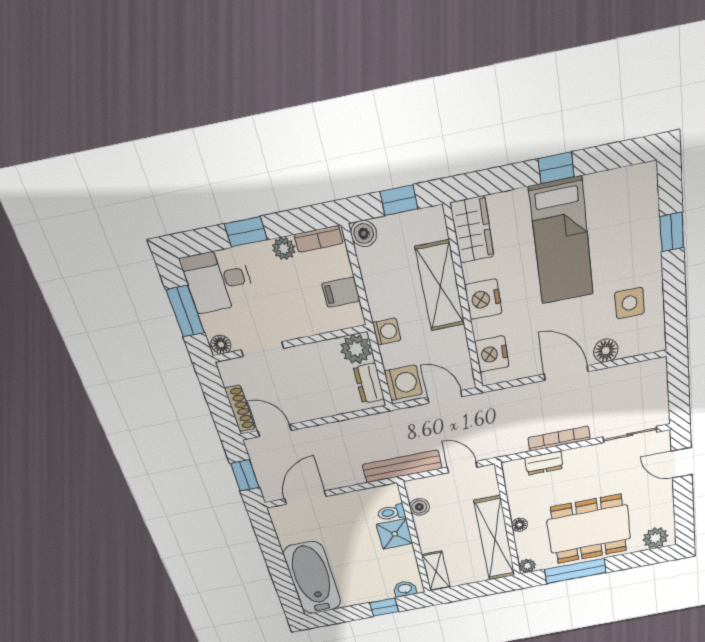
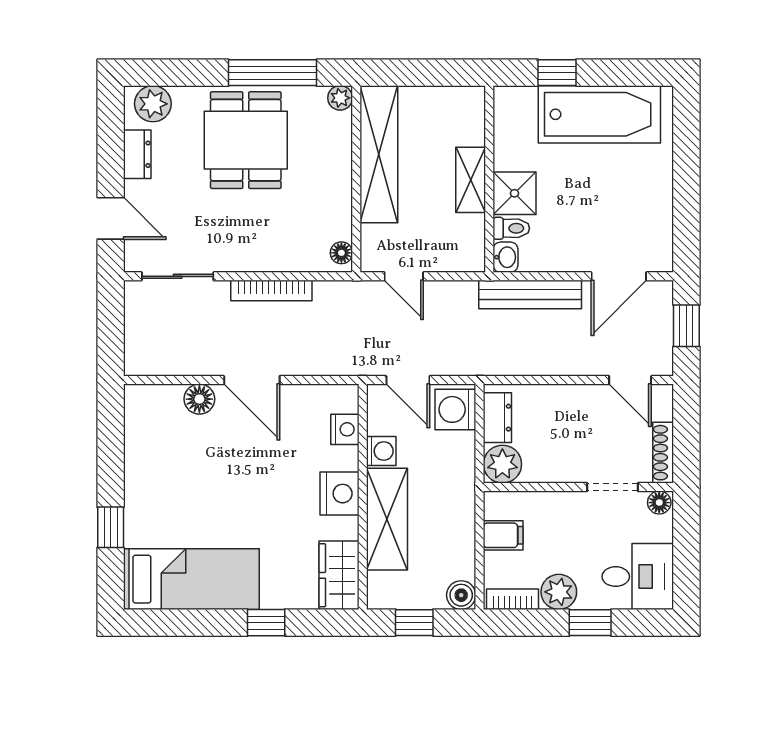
window: (556, 168) -> (266, 623), moved
bed: (562, 242) -> (191, 579), moved, turned 90
plant: (284, 248) -> (559, 592), width x1.38, depth x1.38
side table: (629, 303) -> (166, 453), removed
window: (185, 311) -> (686, 550), removed
washing machine: (387, 331) -> (381, 451), moved, turned 180
nightstand: (492, 354) -> (345, 429), width x0.74, depth x0.75
shoe rack: (240, 409) -> (663, 453), moved
dresser: (544, 463) -> (137, 154), moved, turned 90
bench: (402, 466) -> (530, 294), moved
boiler: (419, 507) -> (472, 228), removed
floor lamp: (519, 525) -> (341, 253), moved
dining table: (589, 529) -> (246, 140), width x0.73
shelving: (436, 571) -> (471, 180), moved
bathtub: (312, 578) -> (599, 114), moved, turned -90
washbasin: (405, 589) -> (505, 257), moved, turned -90

